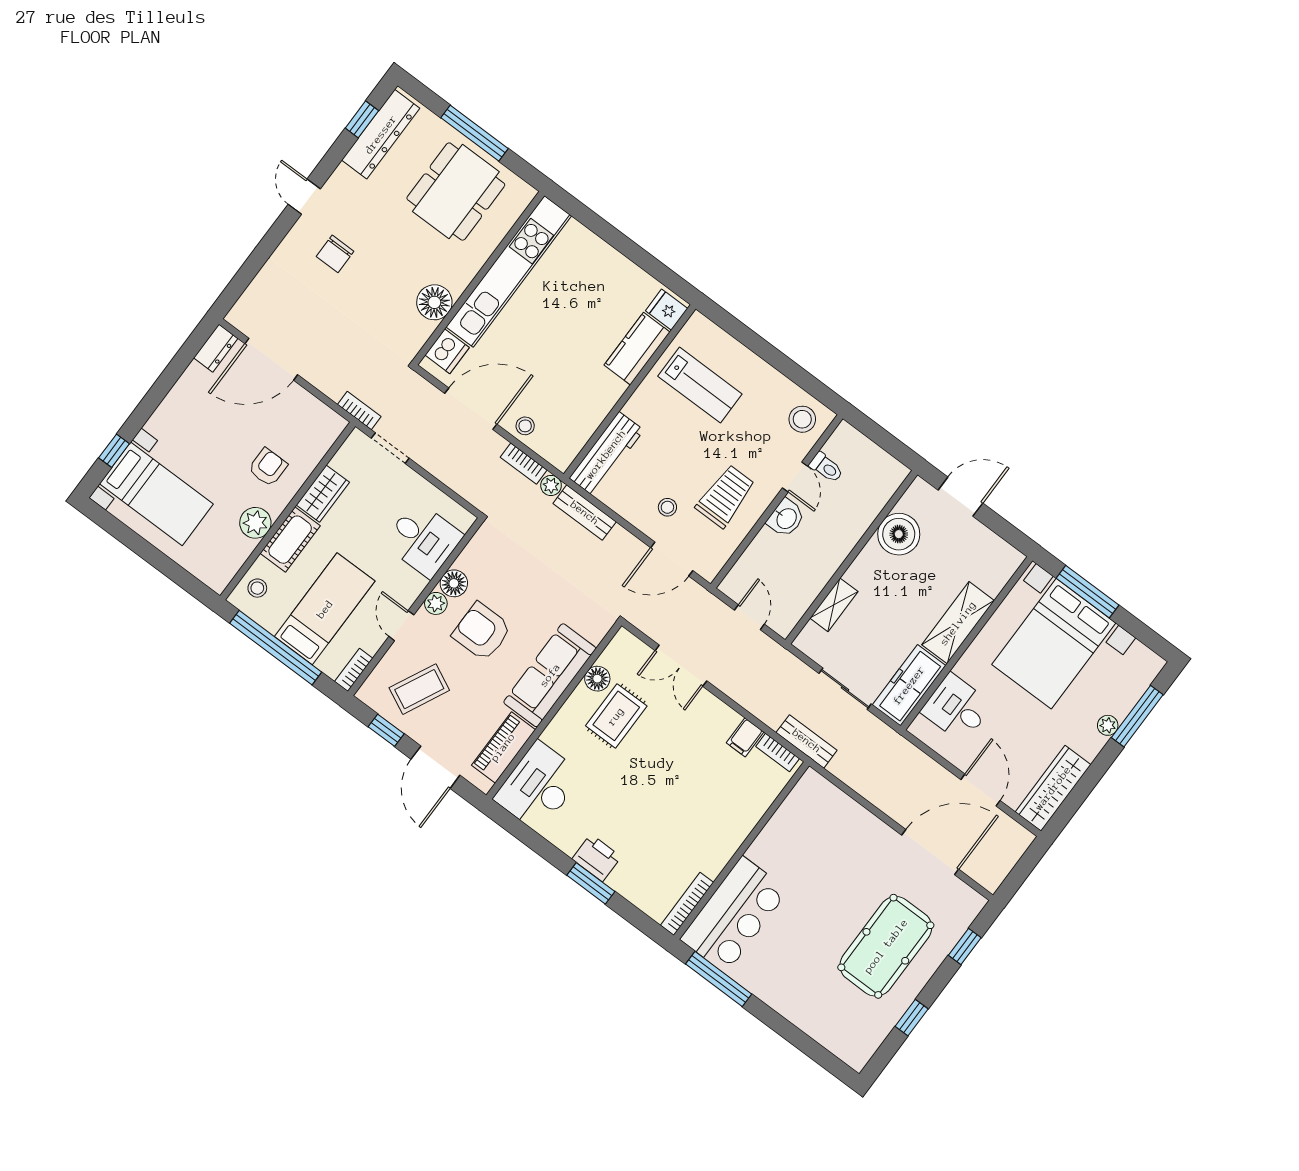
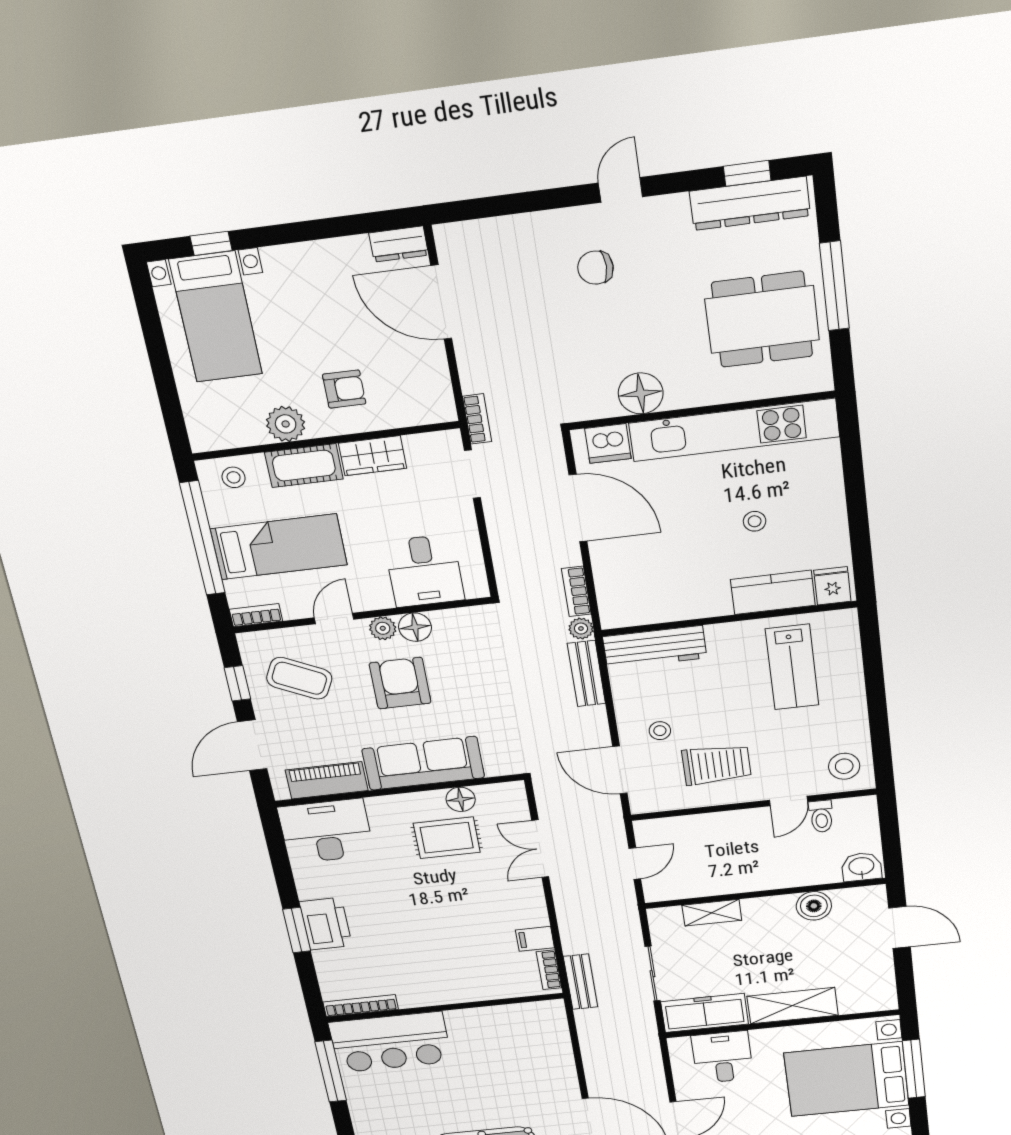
stool: (525, 426) -> (755, 521), moved
washbasin: (786, 518) -> (861, 867), moved, turned 180
boiler: (899, 534) -> (814, 906), width x0.73, depth x0.73
printer: (597, 858) -> (326, 924), width x1.37, depth x1.19

